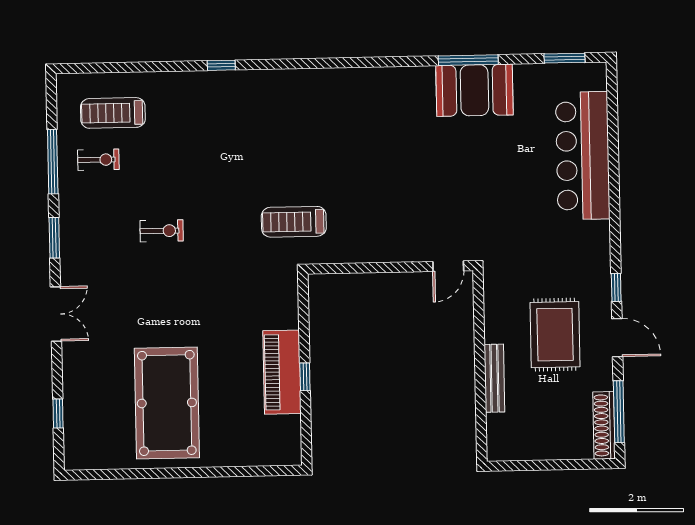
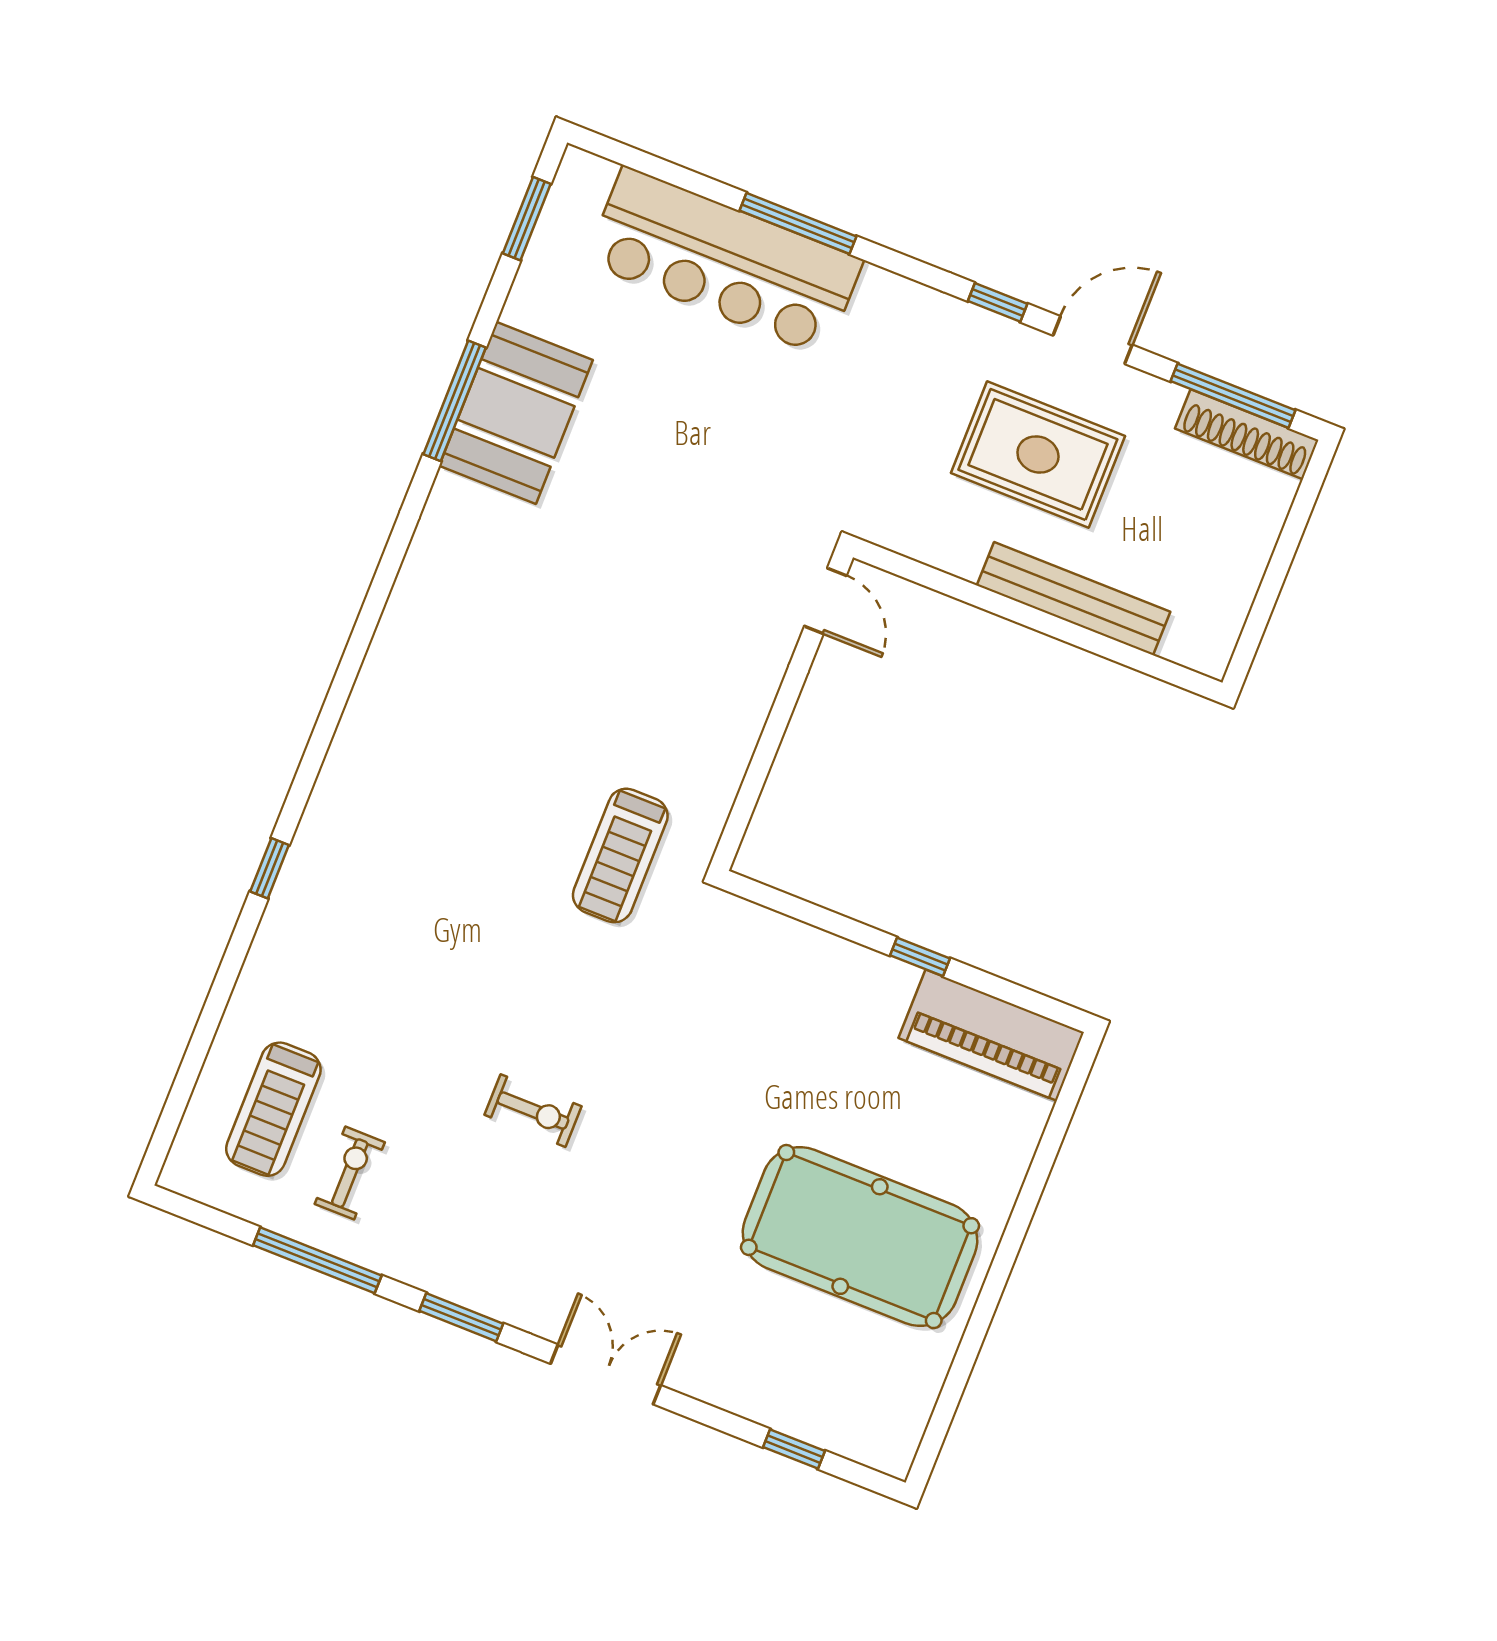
window: (614, 182) -> (798, 223), added
exercise bike: (162, 231) -> (533, 1111), turned 90
piano: (282, 372) -> (991, 1035), moved
bench: (494, 378) -> (1073, 599), width x1.37, depth x1.21

